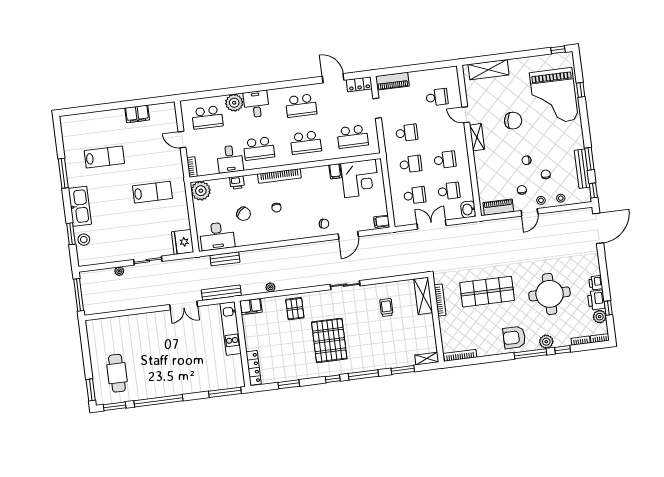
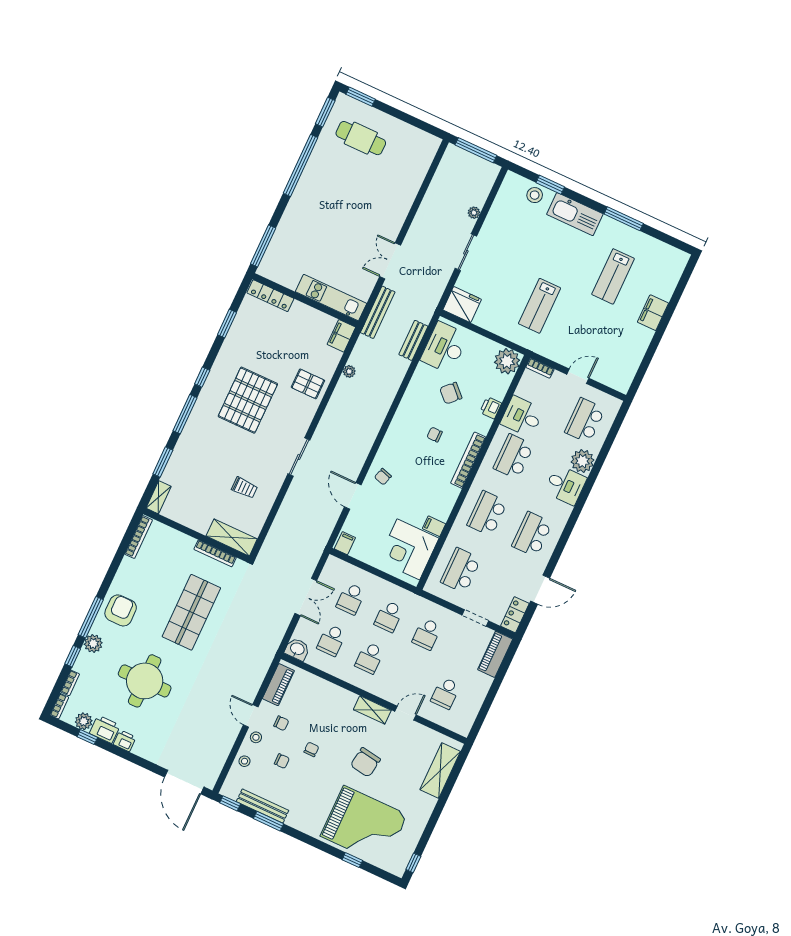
grand piano: (554, 96) -> (364, 825), turned 180
filing cabinet: (137, 114) -> (653, 313), moved
pallet: (329, 340) -> (248, 400), turned 90

